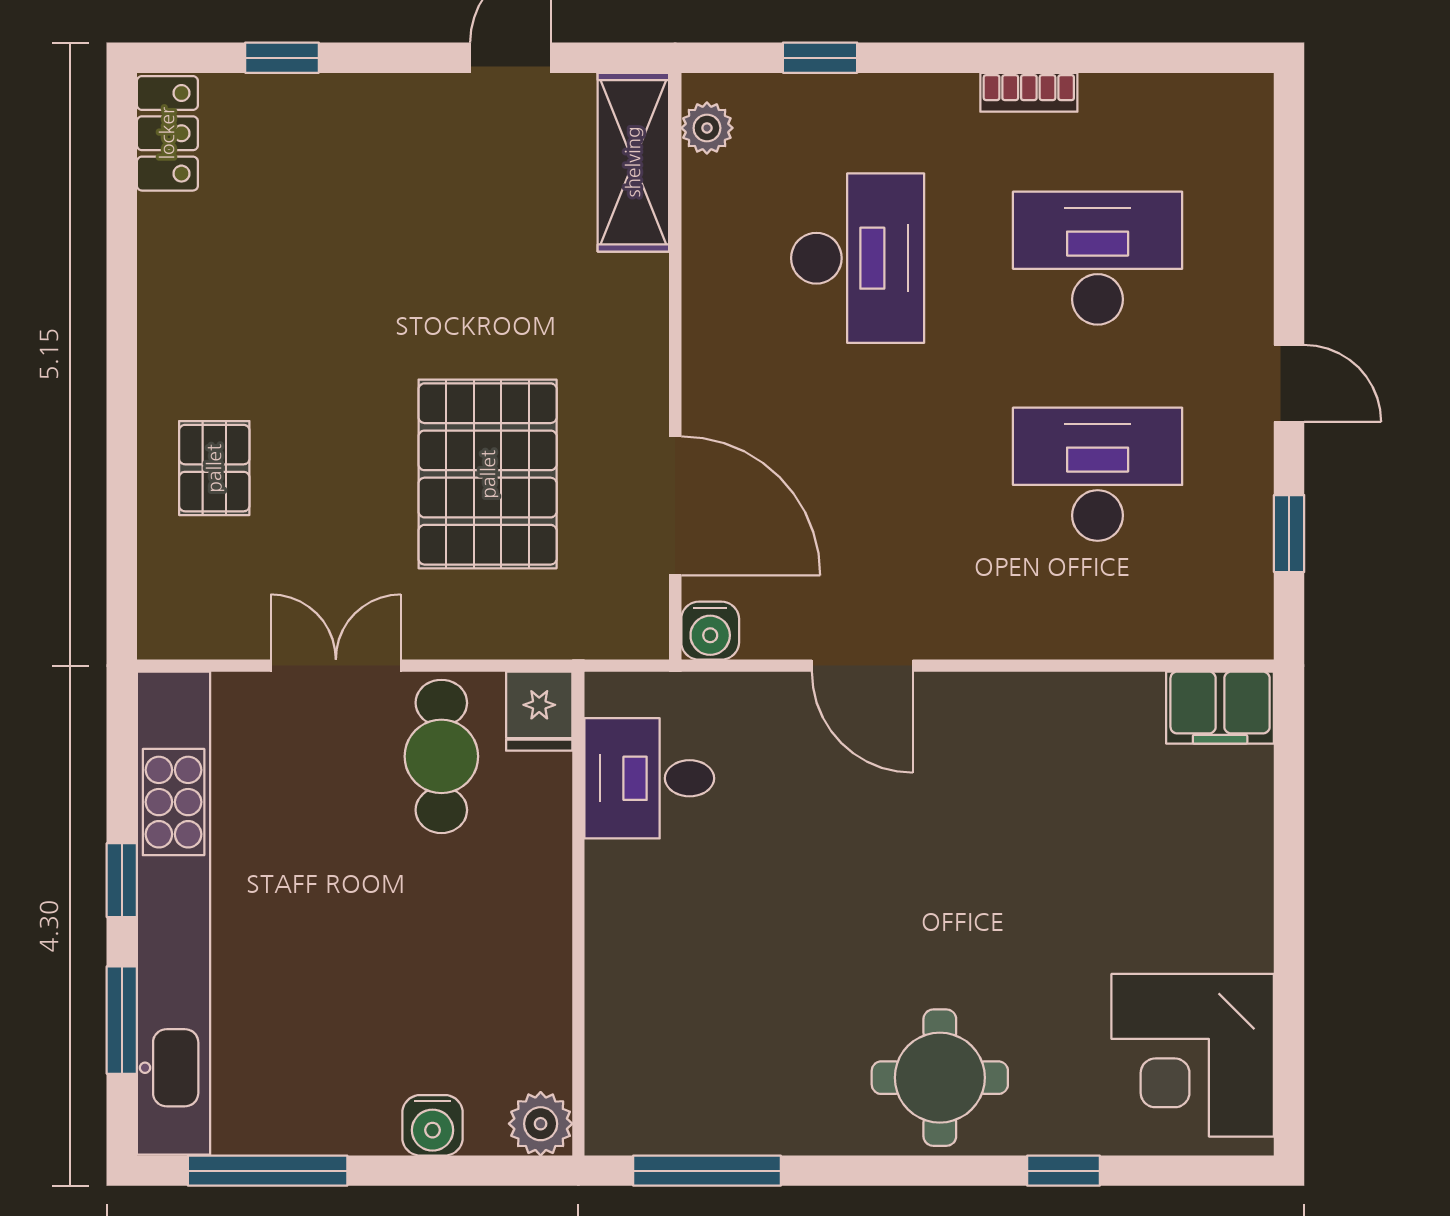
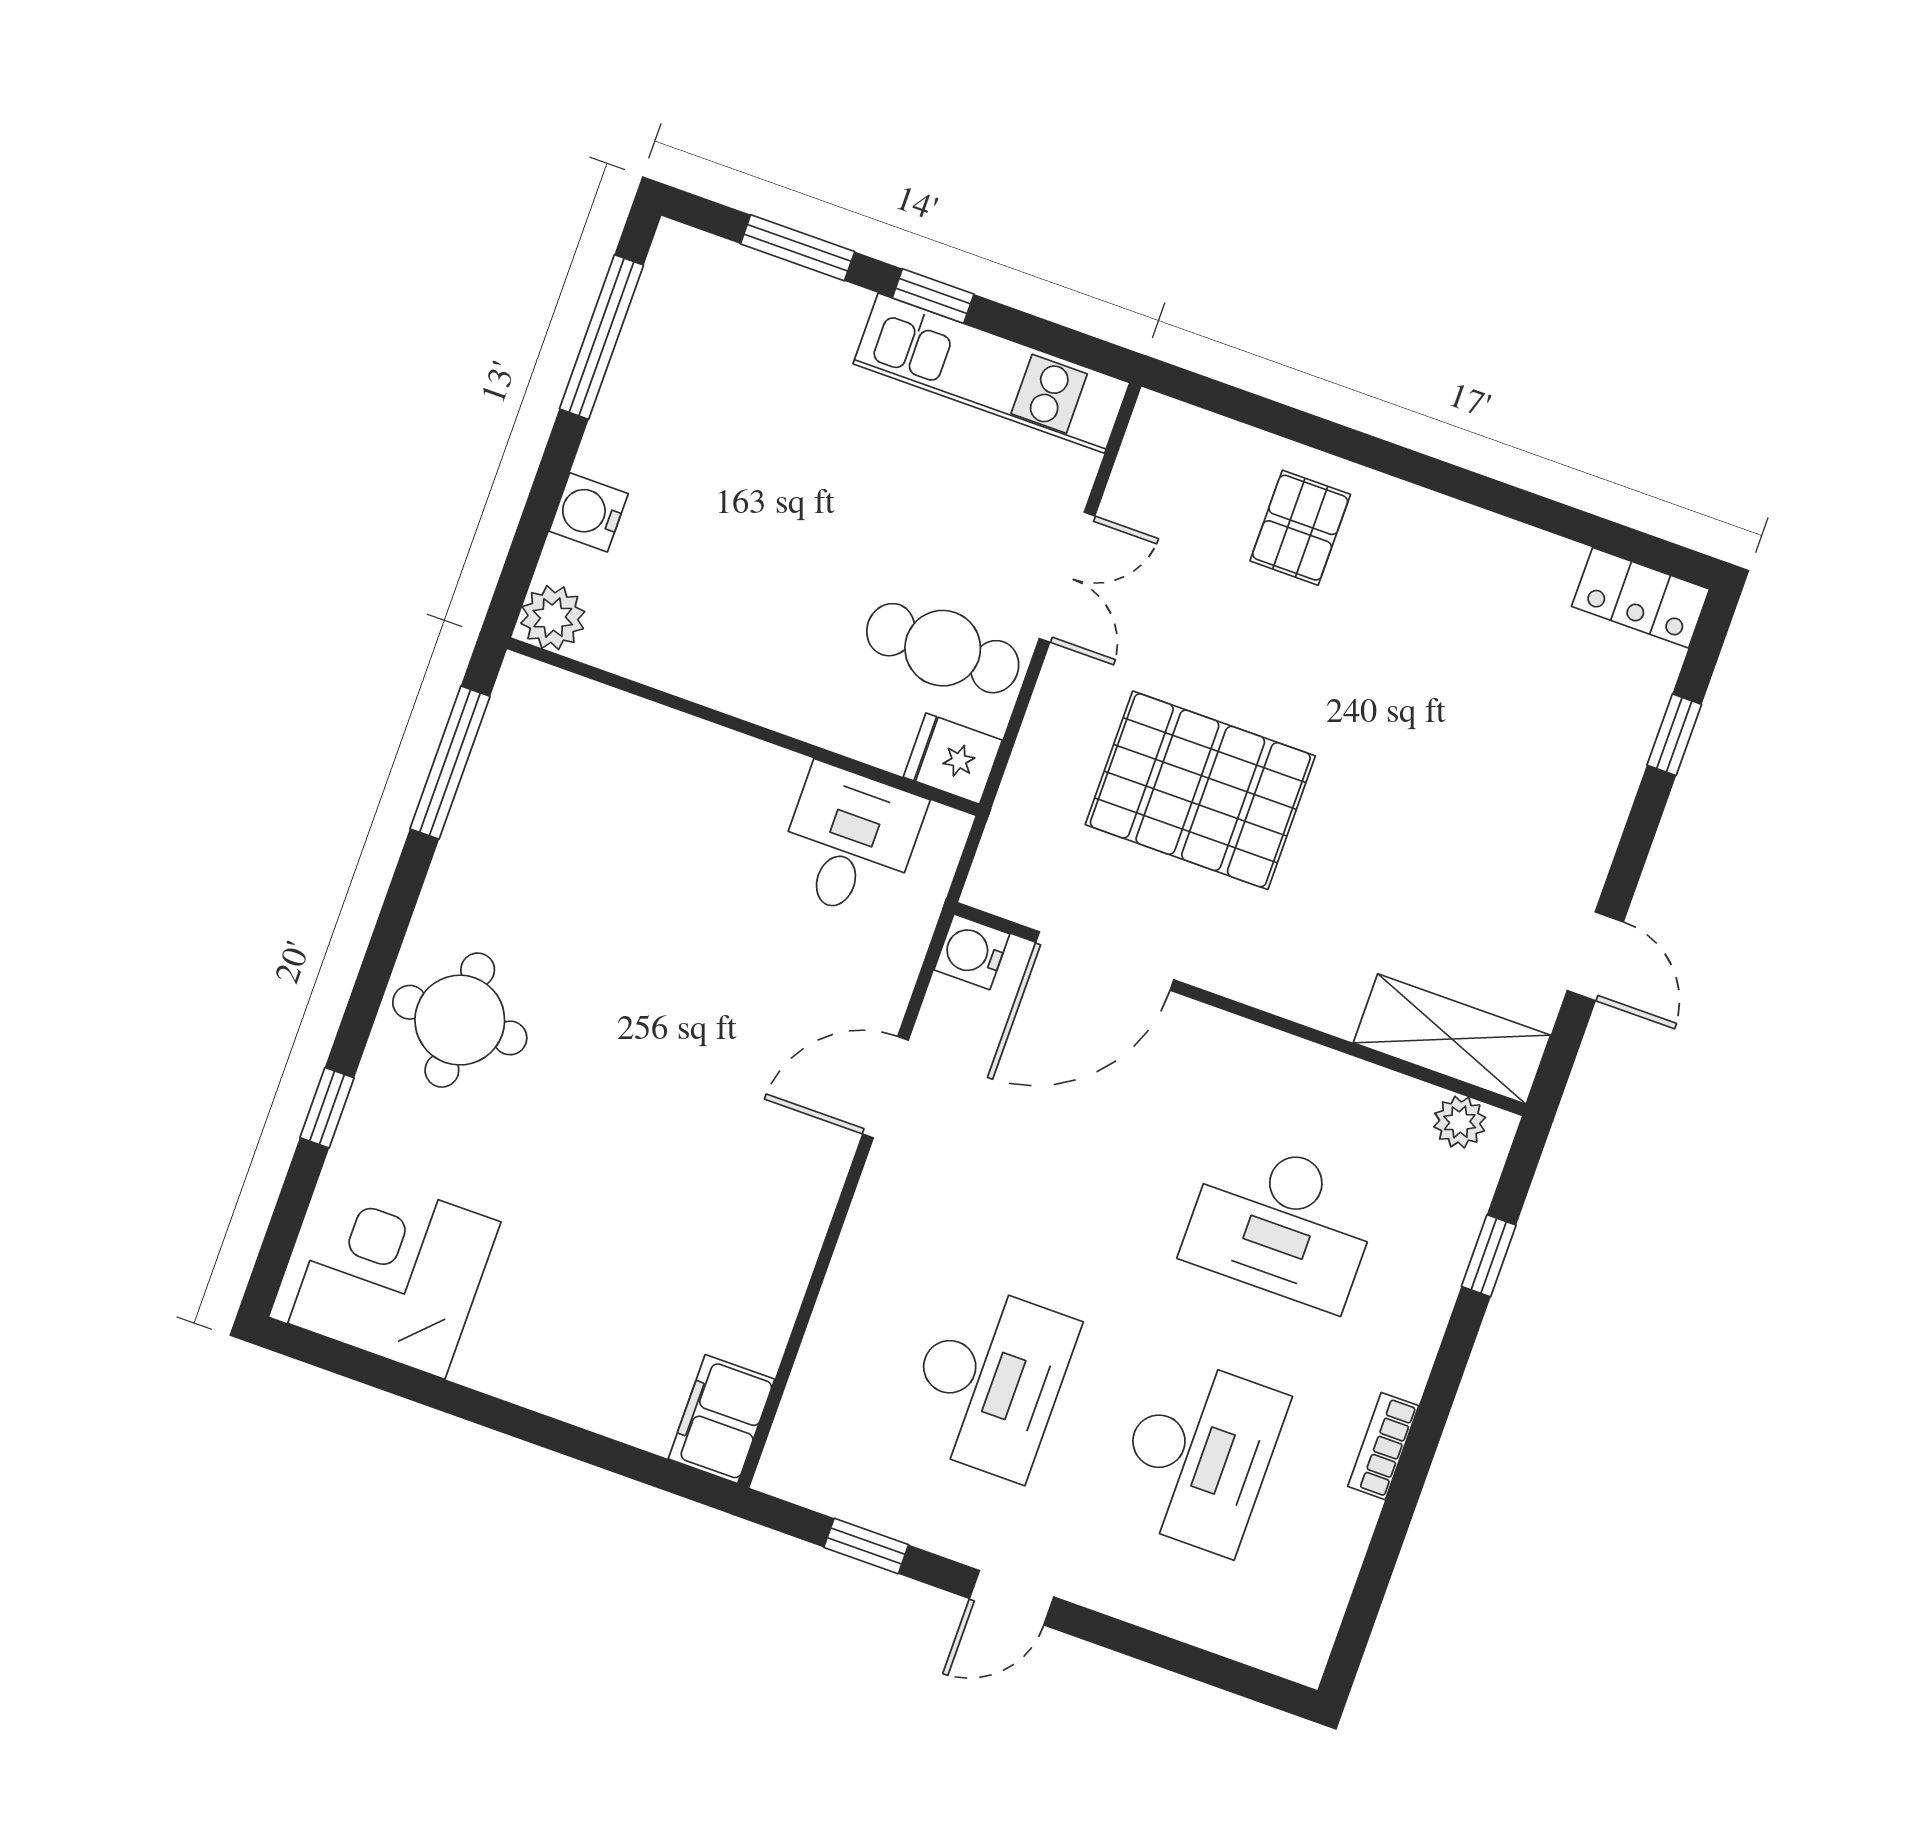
pallet: (214, 468) -> (1300, 528), turned 90
kitchen unit: (174, 913) -> (991, 373), width x0.54

